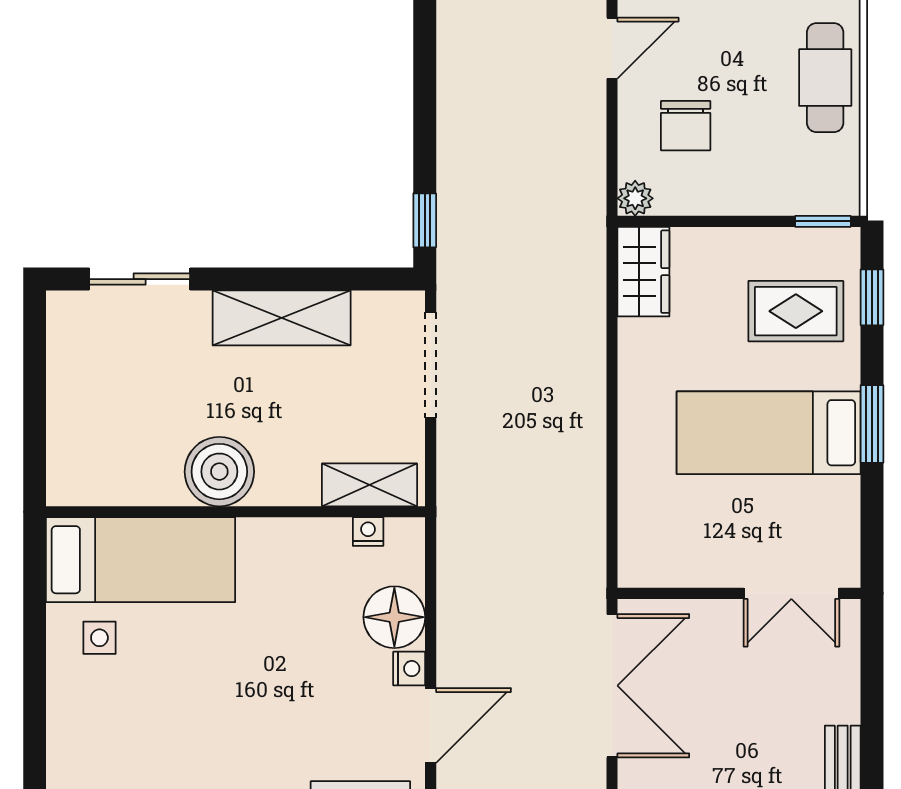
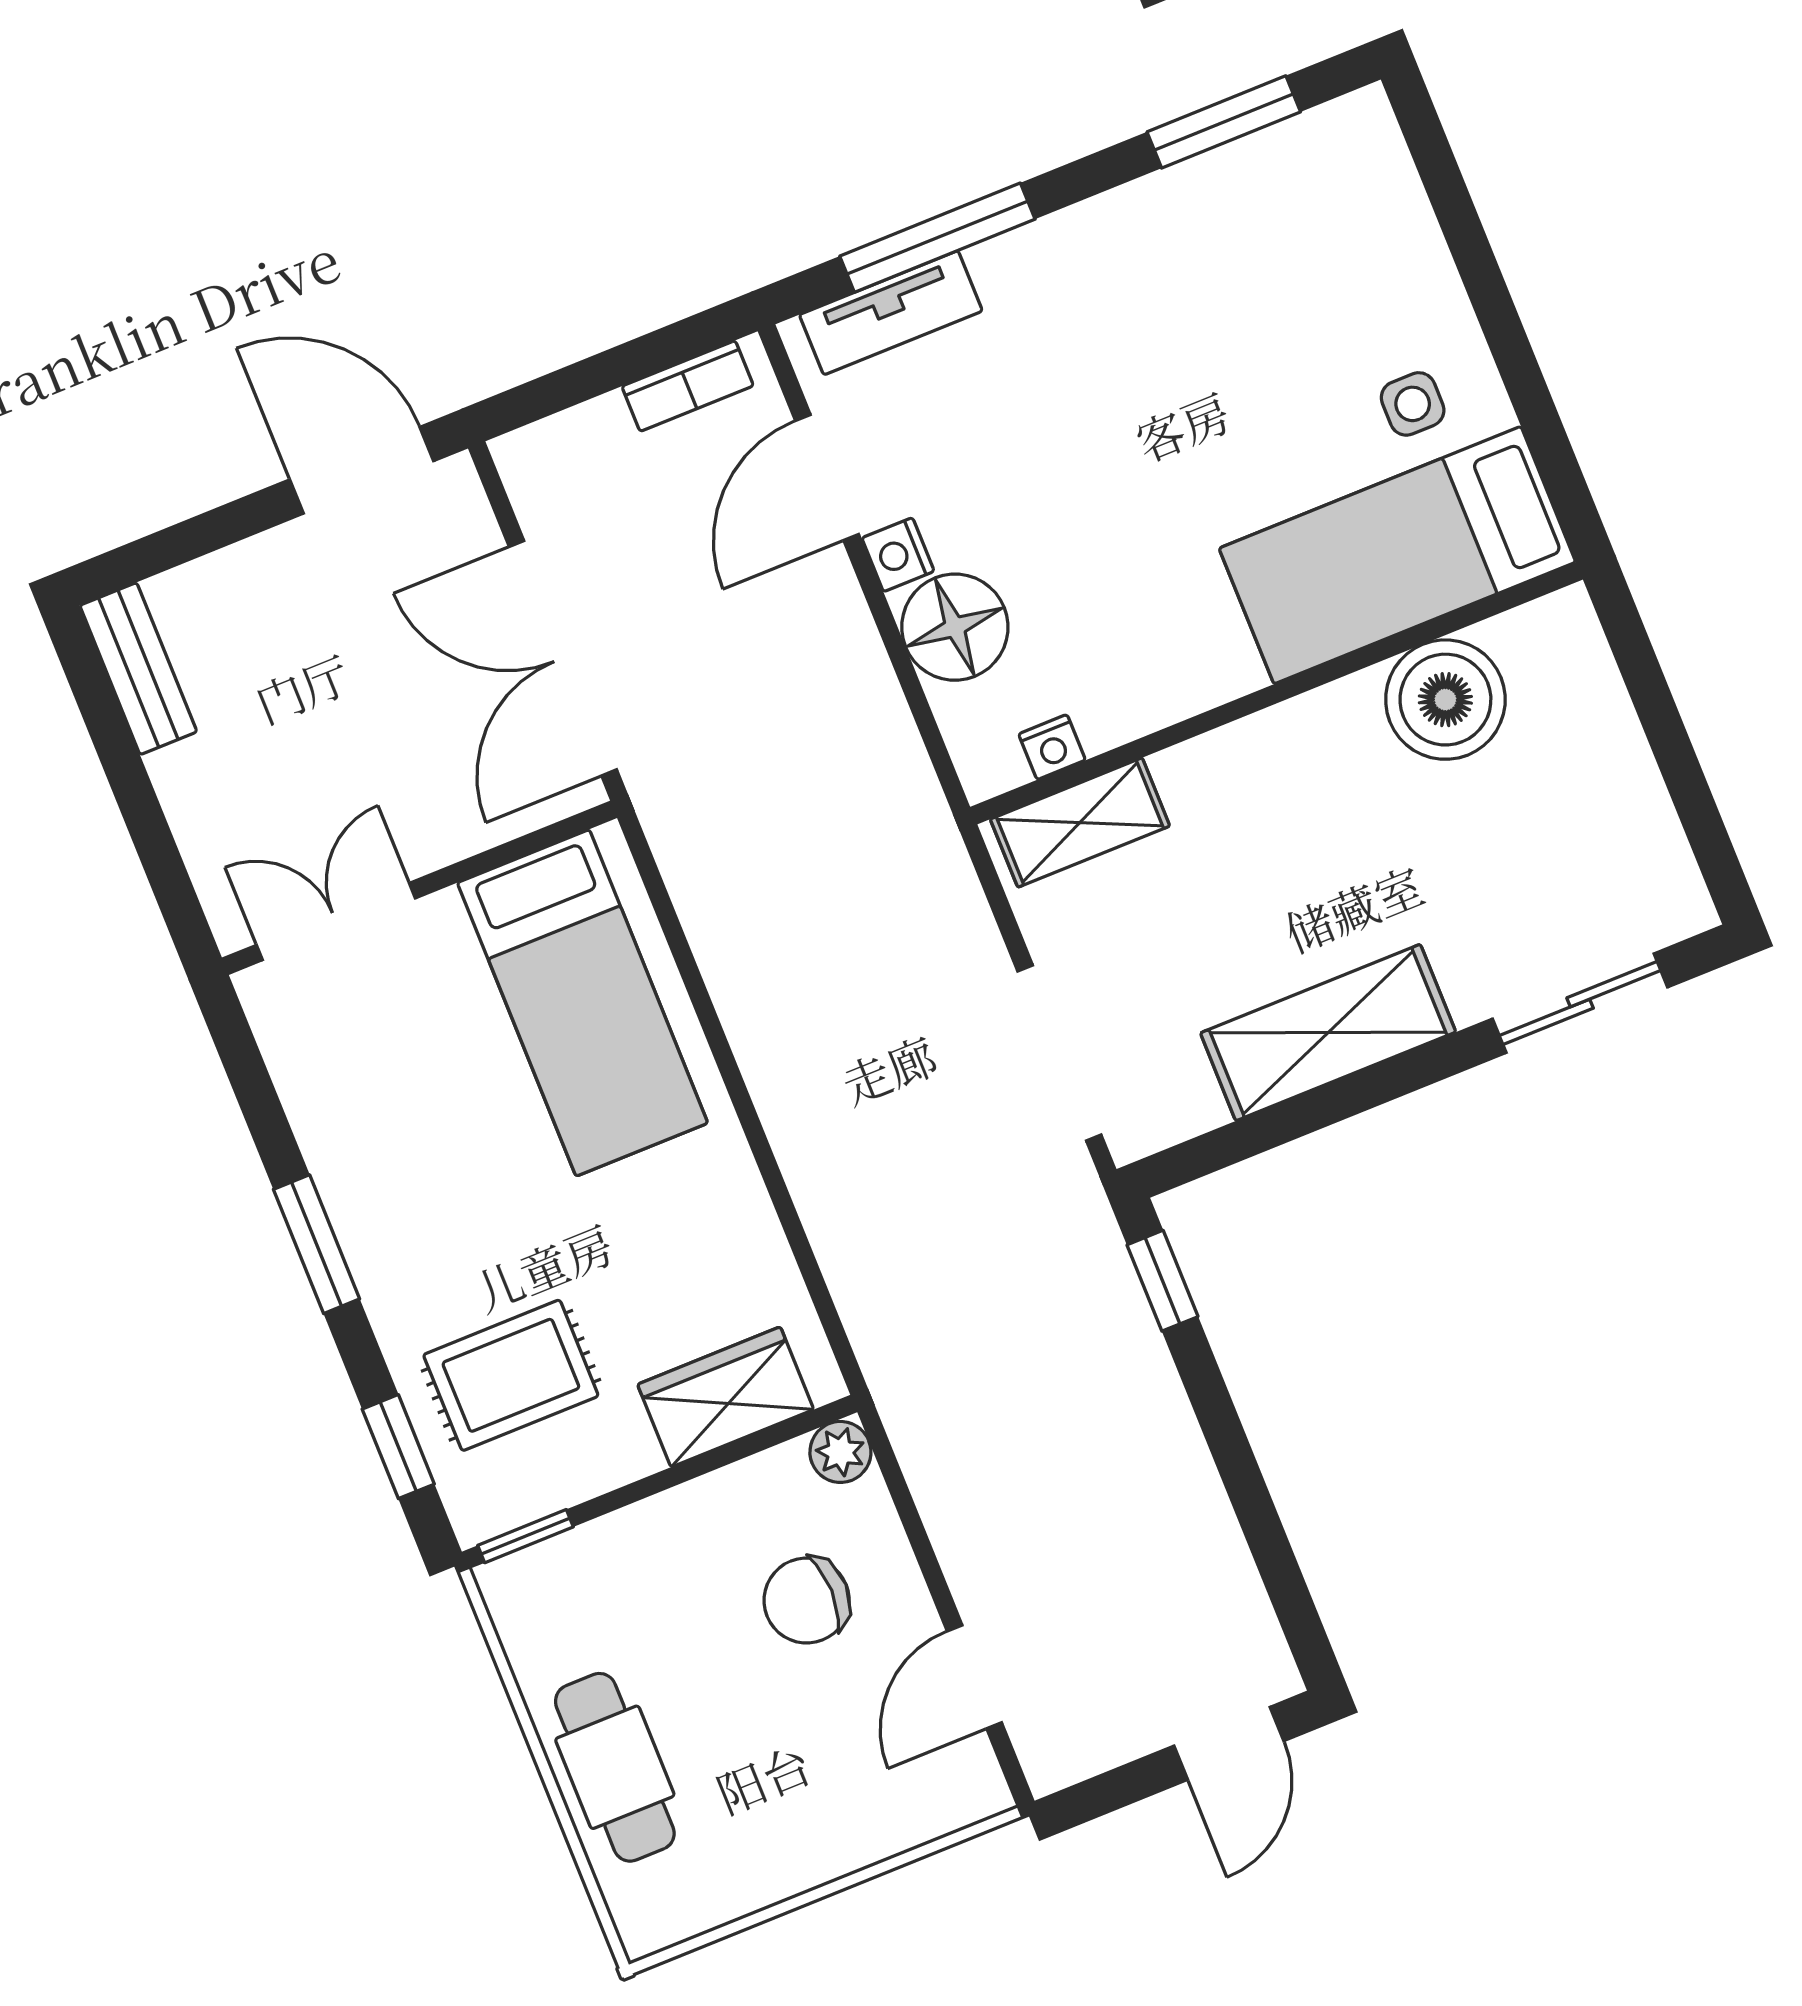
chair: (686, 126) -> (807, 1600), turned -90
wardrobe: (643, 272) -> (726, 1397), moved, turned 90
bed: (769, 433) -> (583, 1003), moved, turned 90
boiler: (219, 472) -> (1445, 700), moved

